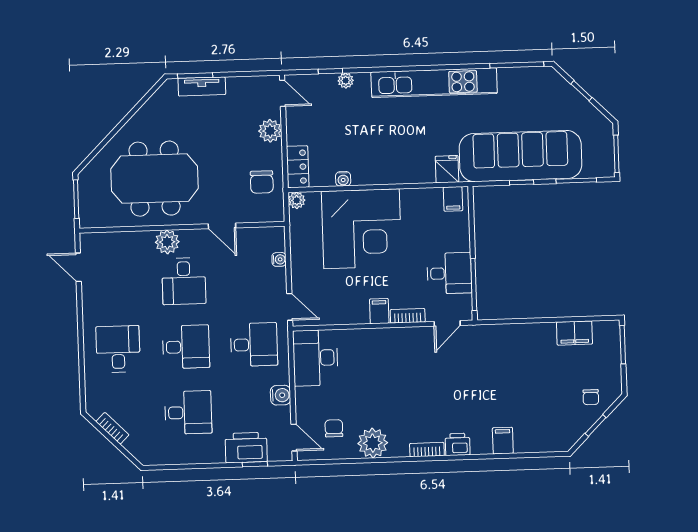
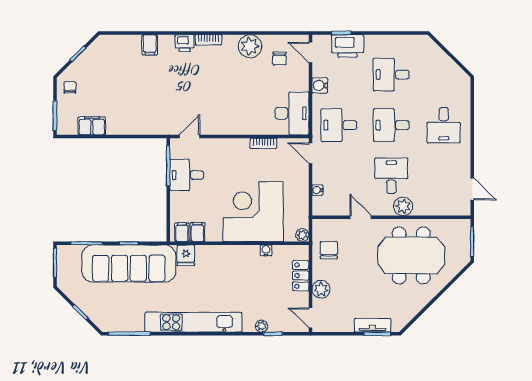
locker: (298, 167) -> (301, 276), moved
filing cabinet: (379, 311) -> (198, 232), moved, turned 180
bookcase: (408, 316) -> (263, 143), moved
chair: (591, 397) -> (70, 87), moved
bookcase: (112, 428) -> (450, 64), removed

